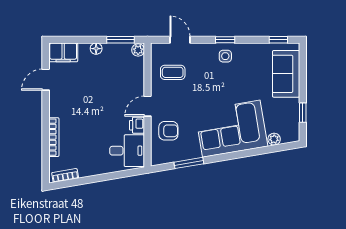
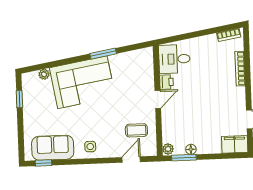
door: (180, 40) -> (131, 160), swing flipped
window: (225, 40) -> (91, 161), removed
floor lamp: (96, 49) -> (191, 149), moved
sofa: (286, 74) -> (53, 148), moved, turned -90
armchair: (168, 131) -> (138, 78), removed
window: (189, 163) -> (103, 54), moved

